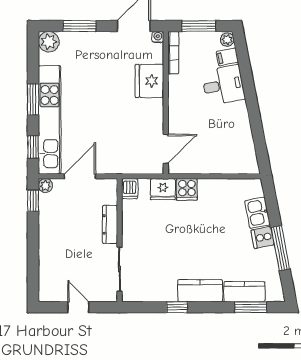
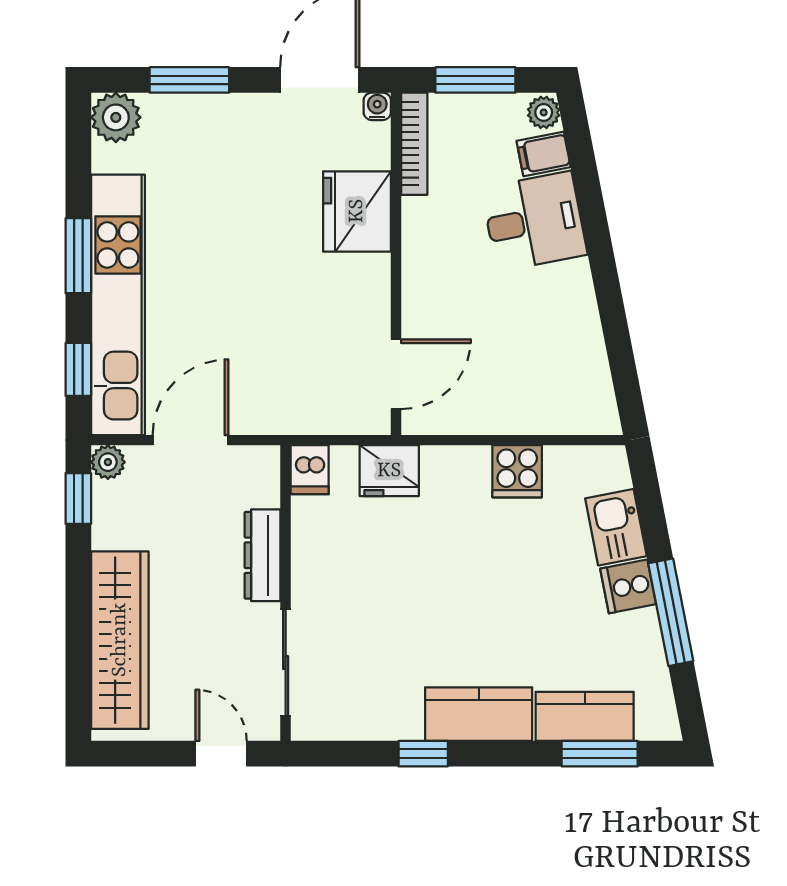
cooker: (187, 189) -> (517, 471), moved
wardrobe: (50, 260) -> (120, 640), added
door: (78, 307) -> (221, 754), moved

